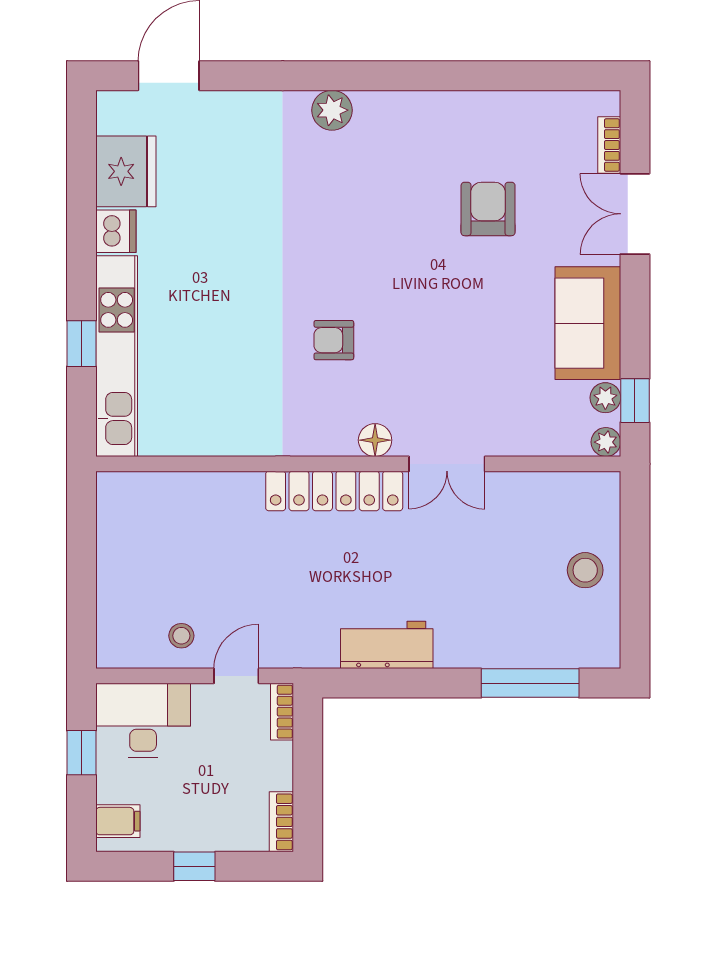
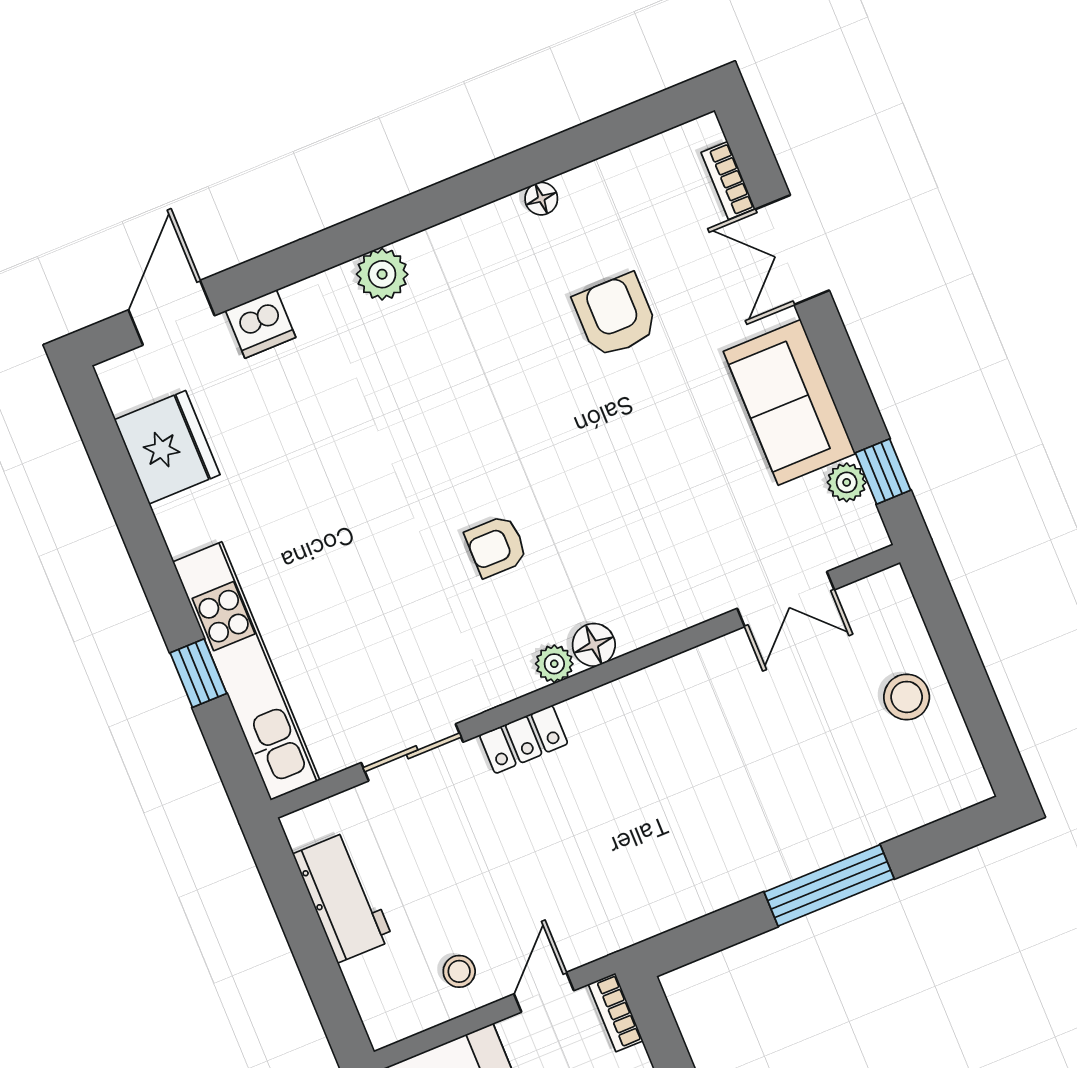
floor lamp: (469, 103) -> (541, 199), added
dishwasher: (116, 231) -> (261, 324), moved, turned 90
plant: (606, 442) -> (554, 664), moved
sliding door: (212, 464) -> (412, 752), added
double door: (447, 464) -> (786, 599), moved
locker: (334, 491) -> (524, 739), width x0.46, depth x0.83
workbench: (387, 645) -> (343, 897), moved, turned 90
window: (530, 683) -> (829, 885), moved

